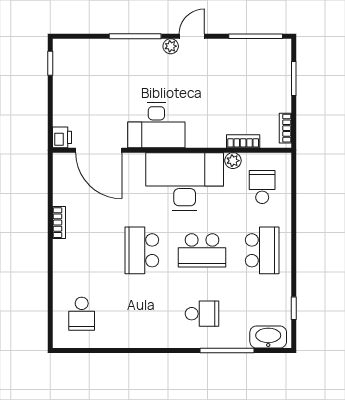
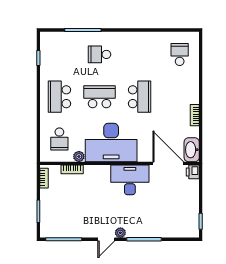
washbasin: (268, 337) -> (192, 150), moved, turned 90

